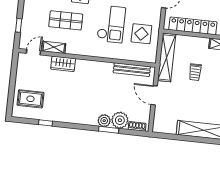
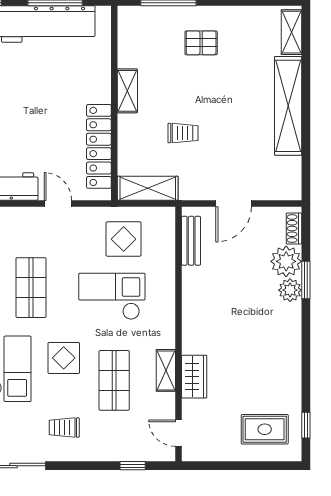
shelving: (54, 47) -> (166, 370), moved
shelving: (167, 57) -> (148, 188), width x0.68
bench: (132, 70) -> (191, 241), width x0.73
rug: (30, 99) -> (265, 429), turned 90
window: (46, 123) -> (306, 425), moved

